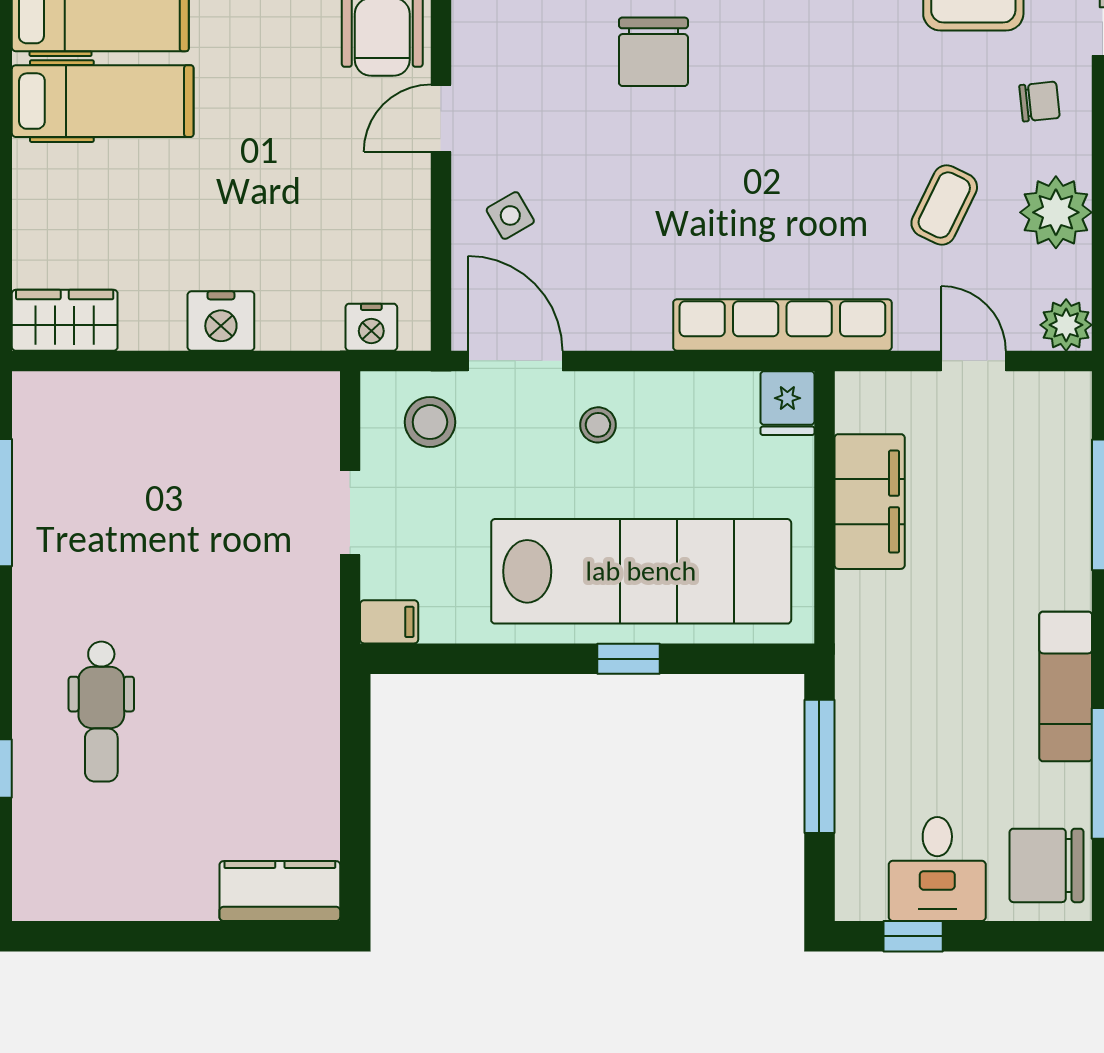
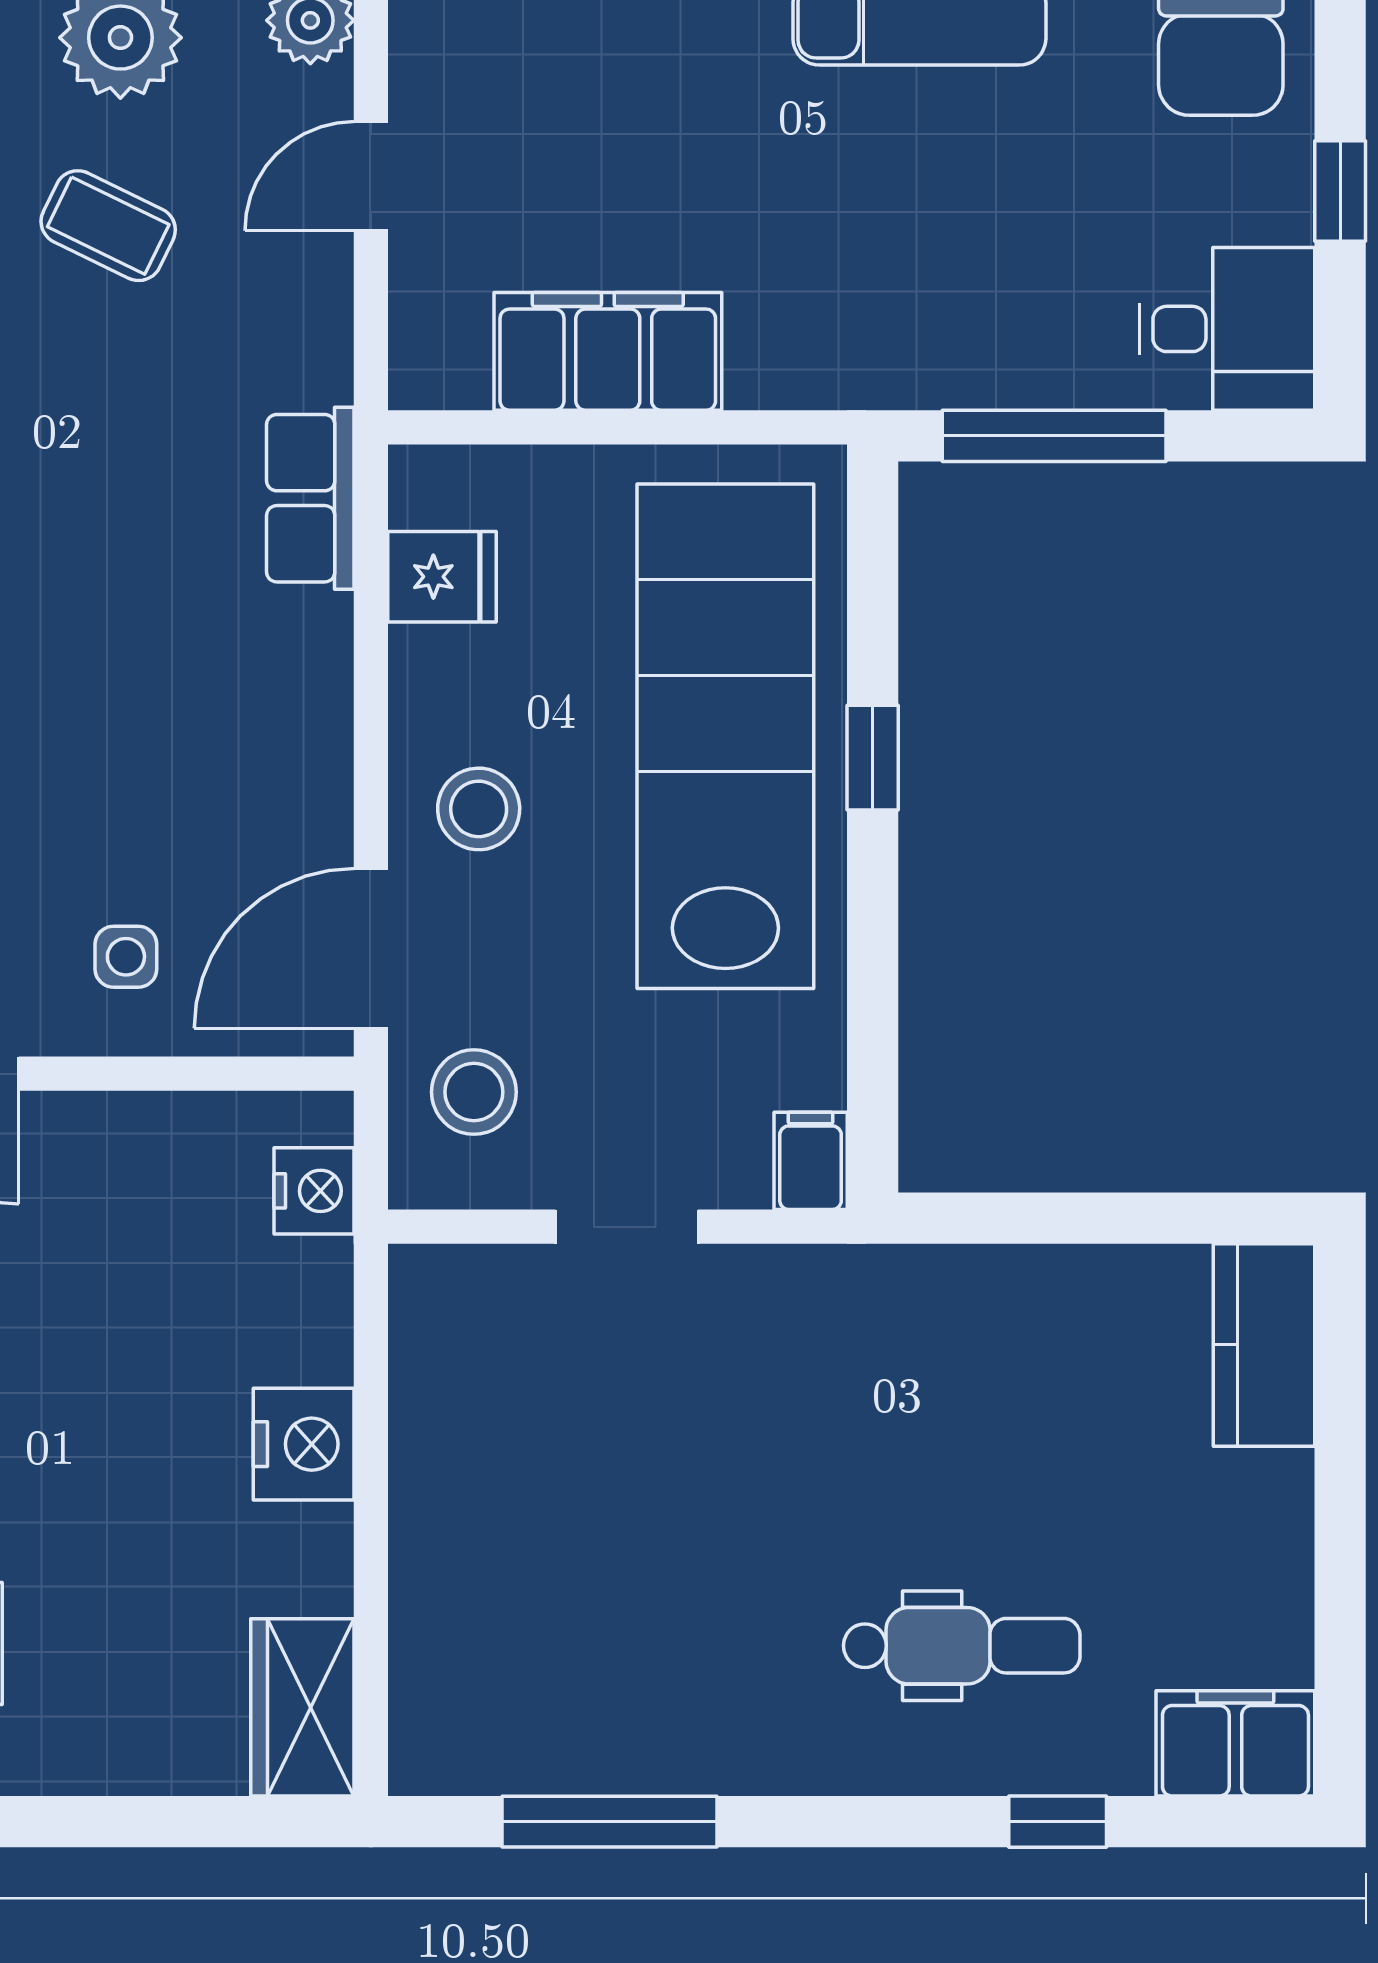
side table: (510, 215) -> (126, 957), turned 30
row of seats: (782, 325) -> (310, 498), width x0.50
fridge: (787, 403) -> (442, 577), moved
stool: (598, 425) -> (479, 809), width x1.37, depth x1.37
desk: (937, 869) -> (1227, 329), moved
filing cabinet: (43, 874) -> (1235, 1743), added
window: (913, 936) -> (1340, 191), moved

